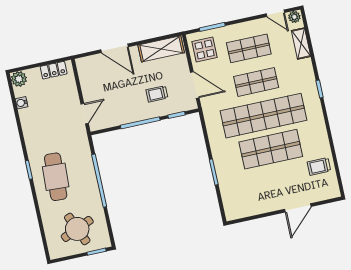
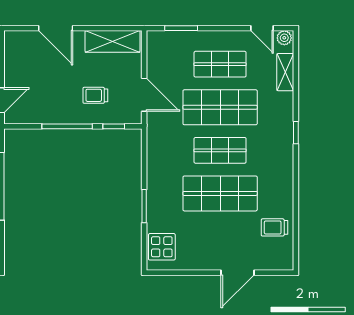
display table: (205, 49) -> (162, 247), moved
shop shelf: (256, 82) -> (220, 107), width x1.43, depth x1.36
shop shelf: (263, 116) -> (220, 150), width x0.50, depth x0.74

